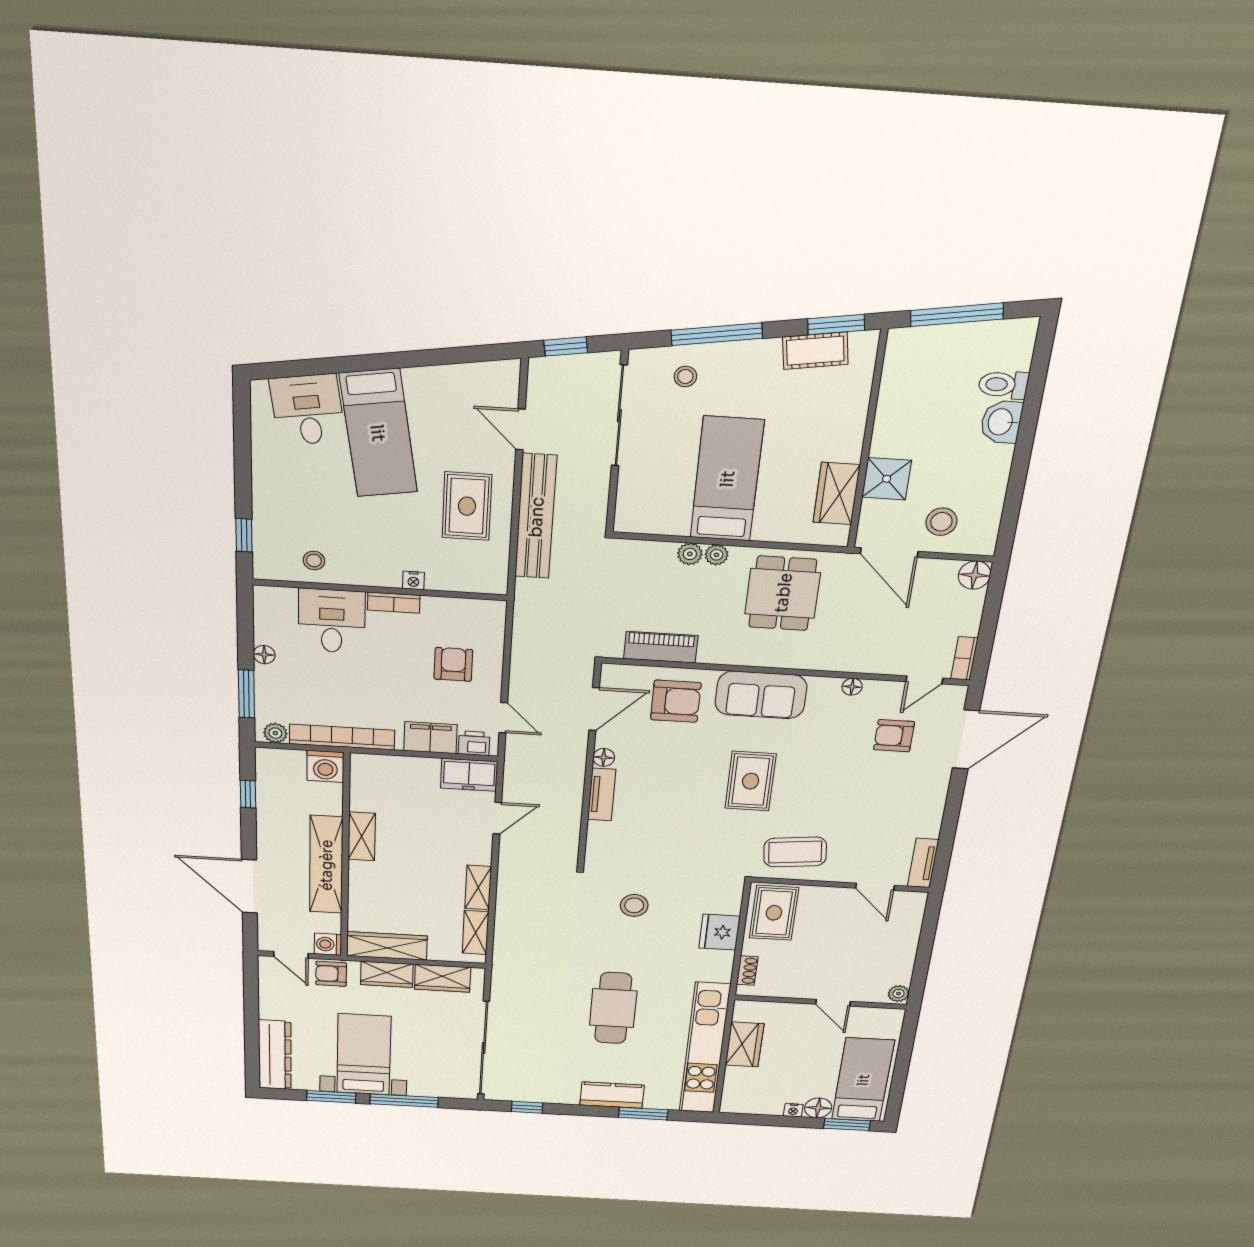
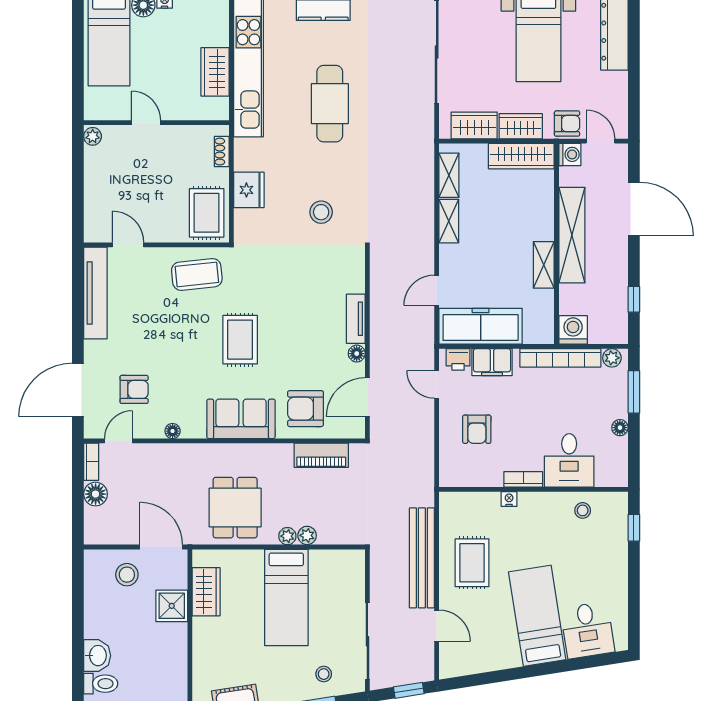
floor lamp: (974, 575) -> (96, 494), moved
freezer: (469, 775) -> (481, 326), width x1.91, depth x1.26
tv unit: (923, 863) -> (95, 293), width x1.92, depth x1.29

